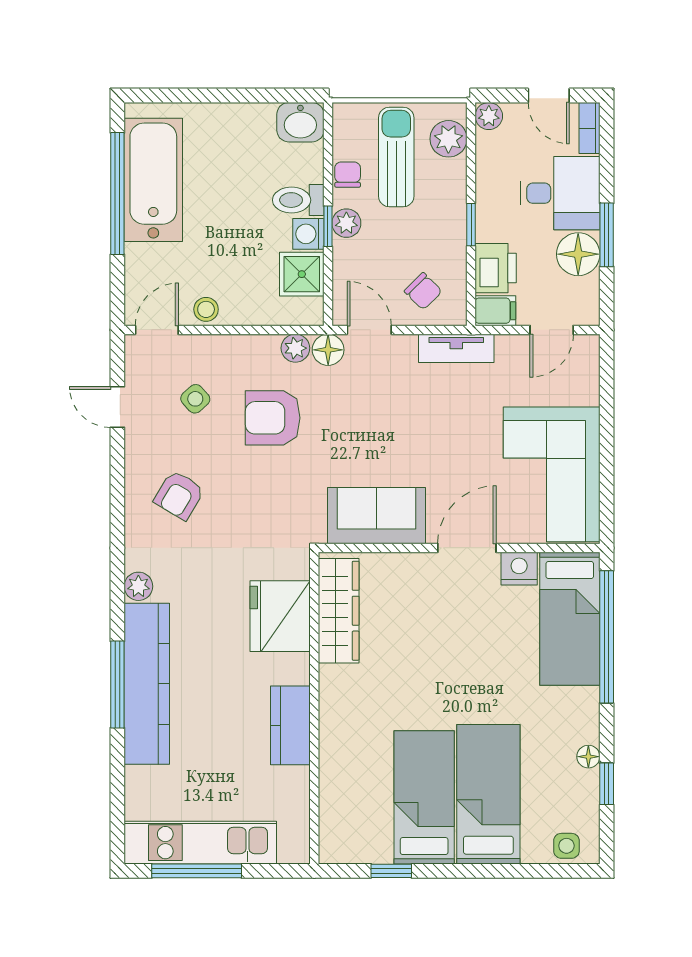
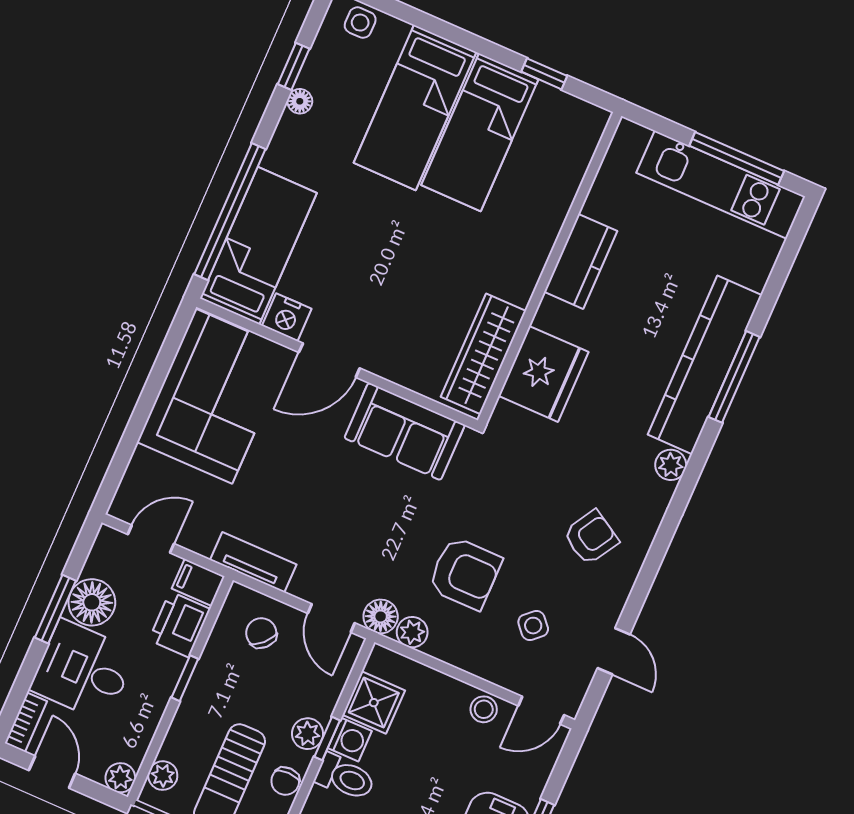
plant: (448, 139) -> (163, 776), width x0.73, depth x0.73

